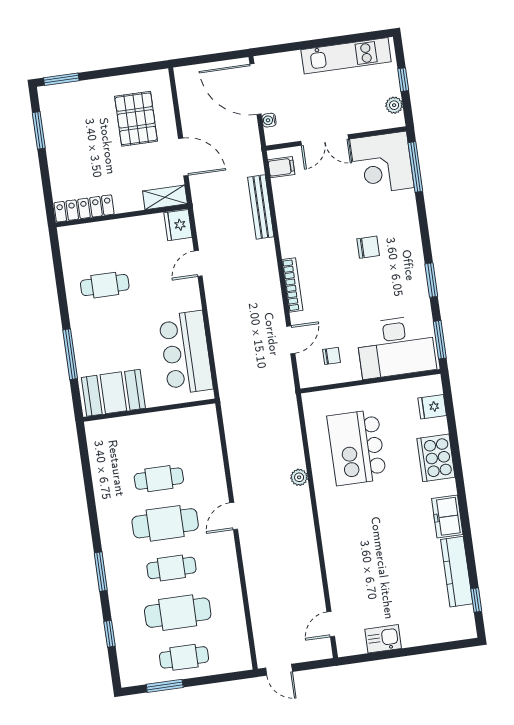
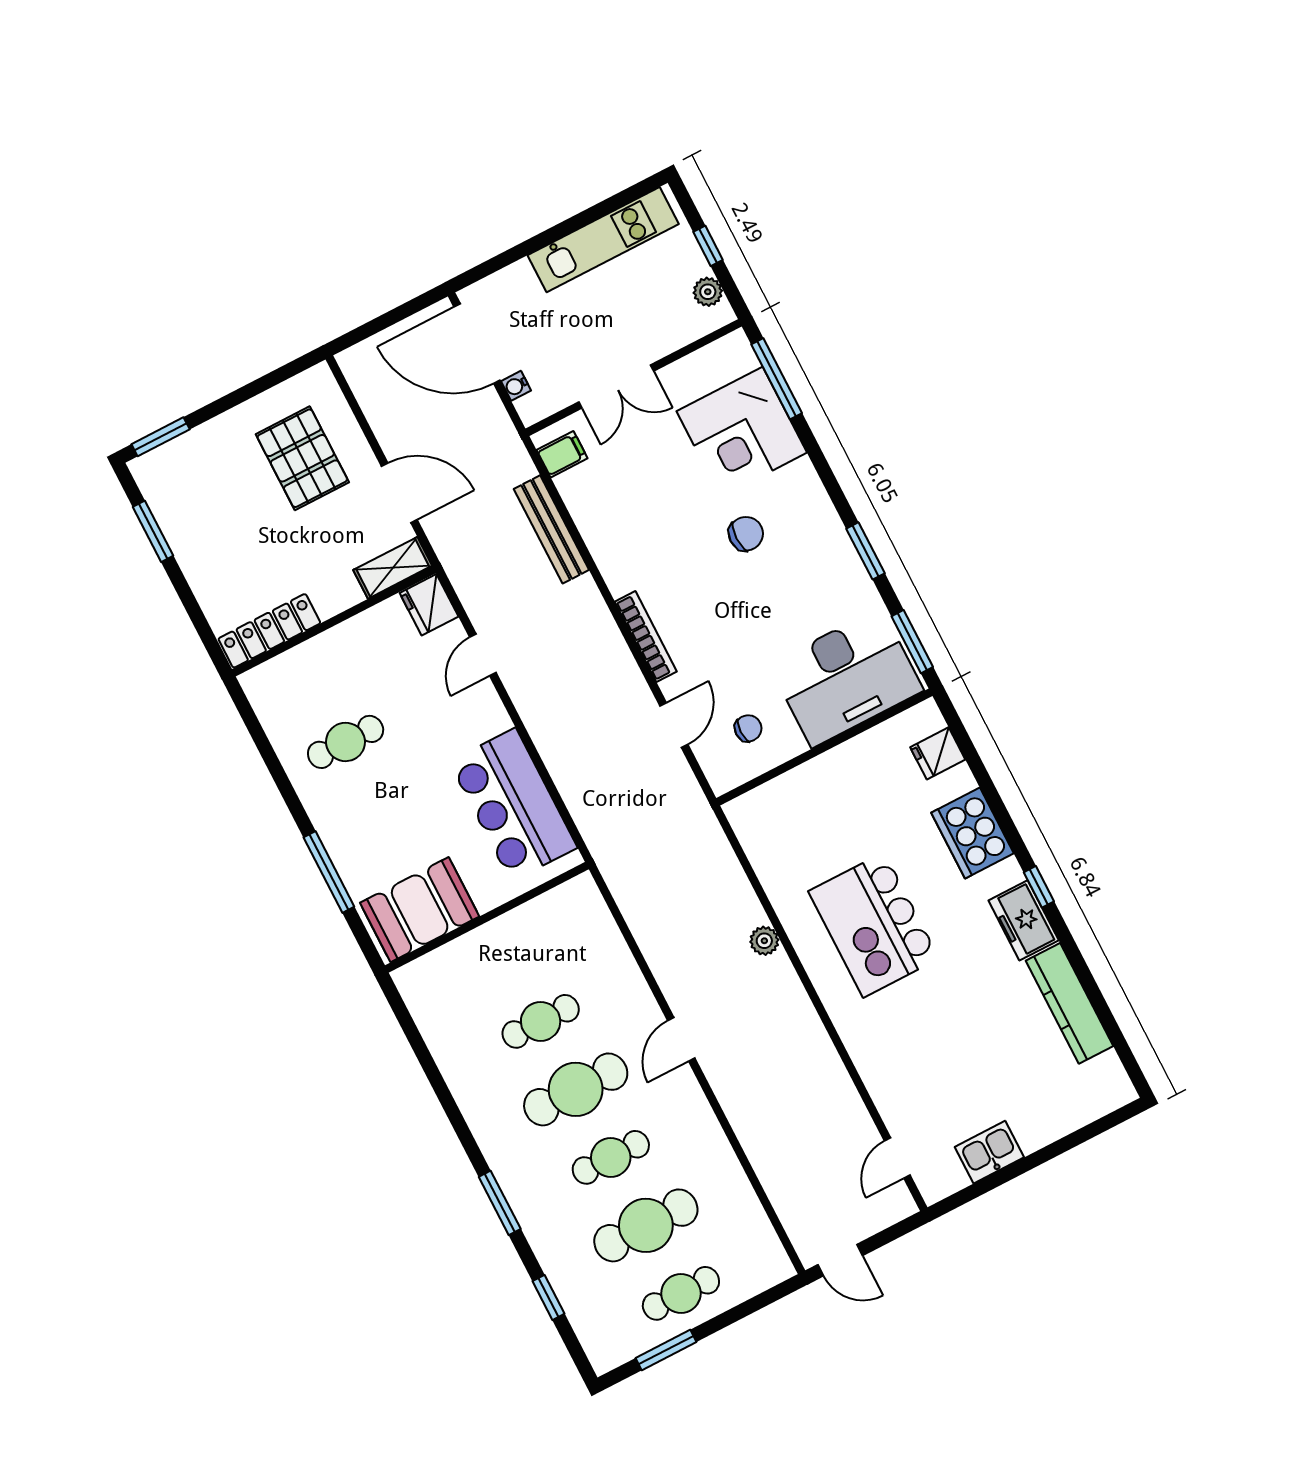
corner desk: (382, 163) -> (742, 432), moved
kitchen island: (357, 447) -> (874, 925), moved
window: (476, 600) -> (1039, 887), moved

